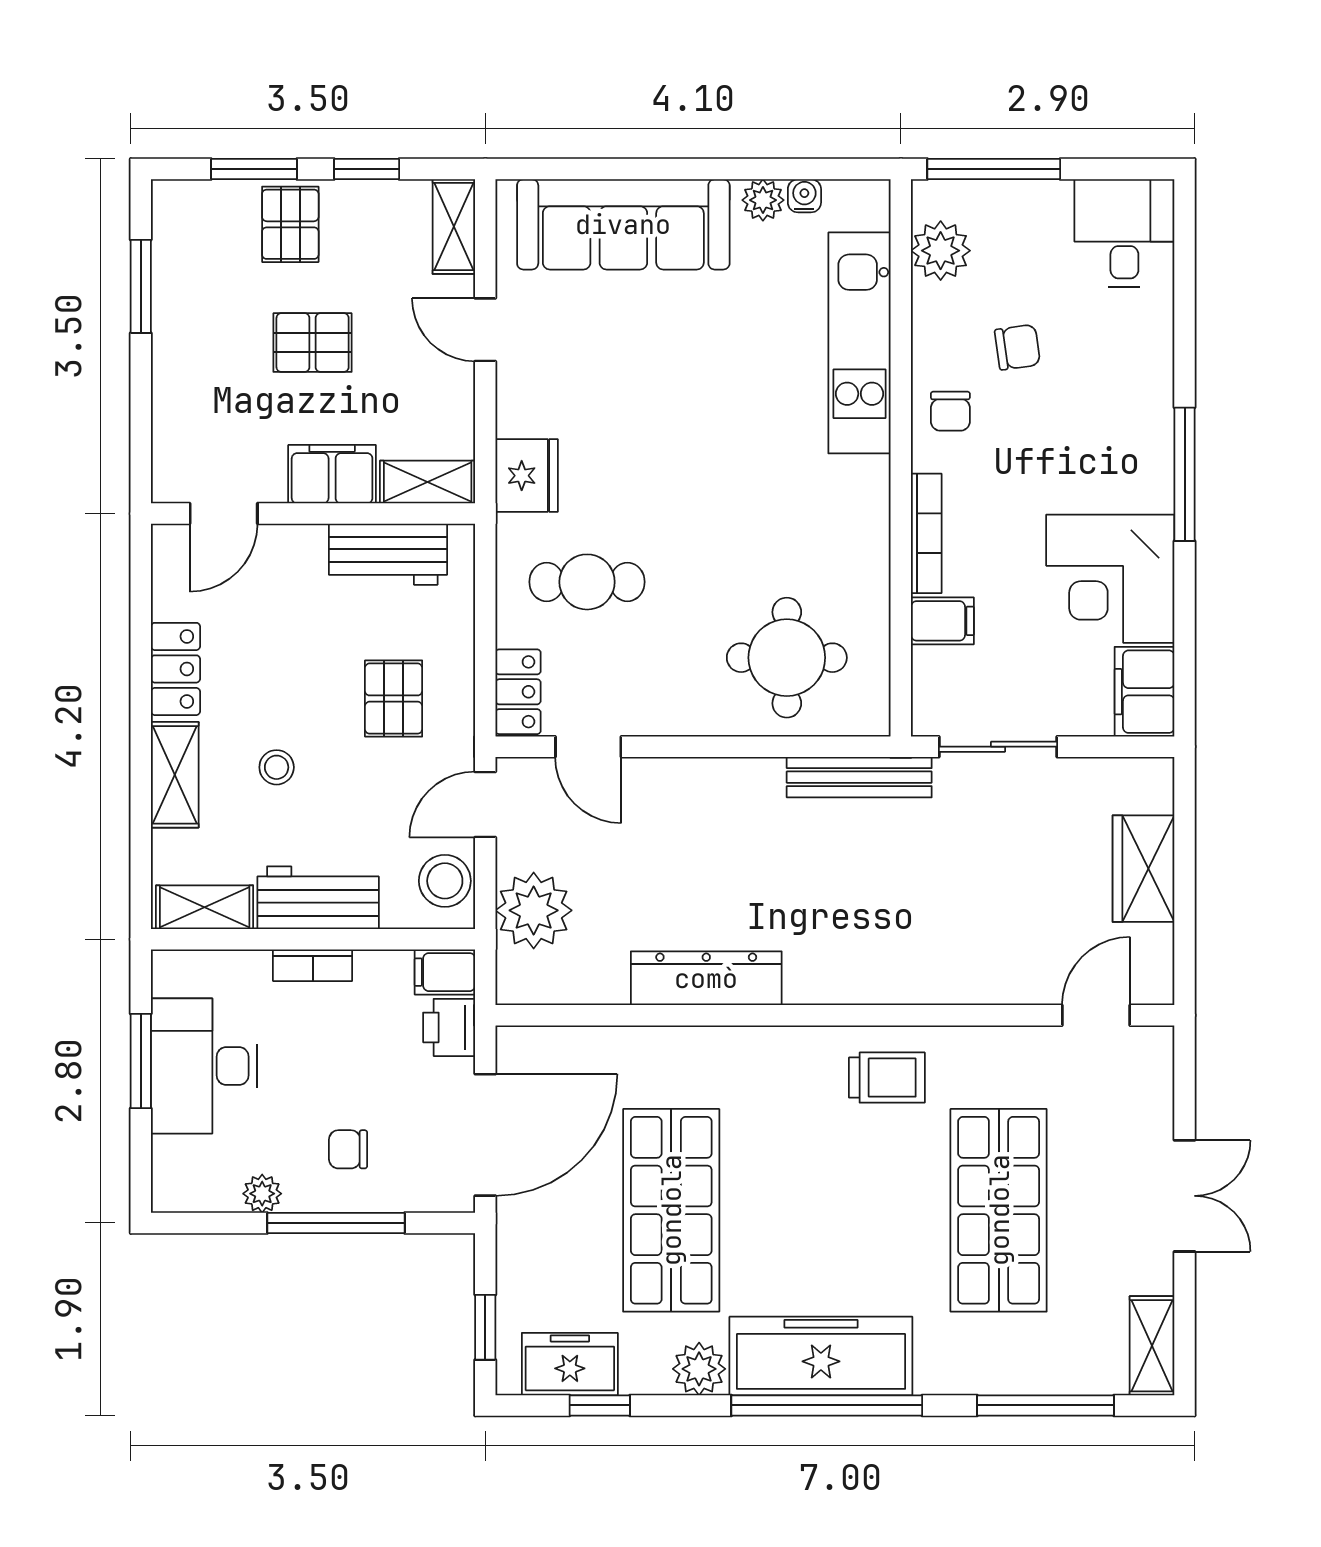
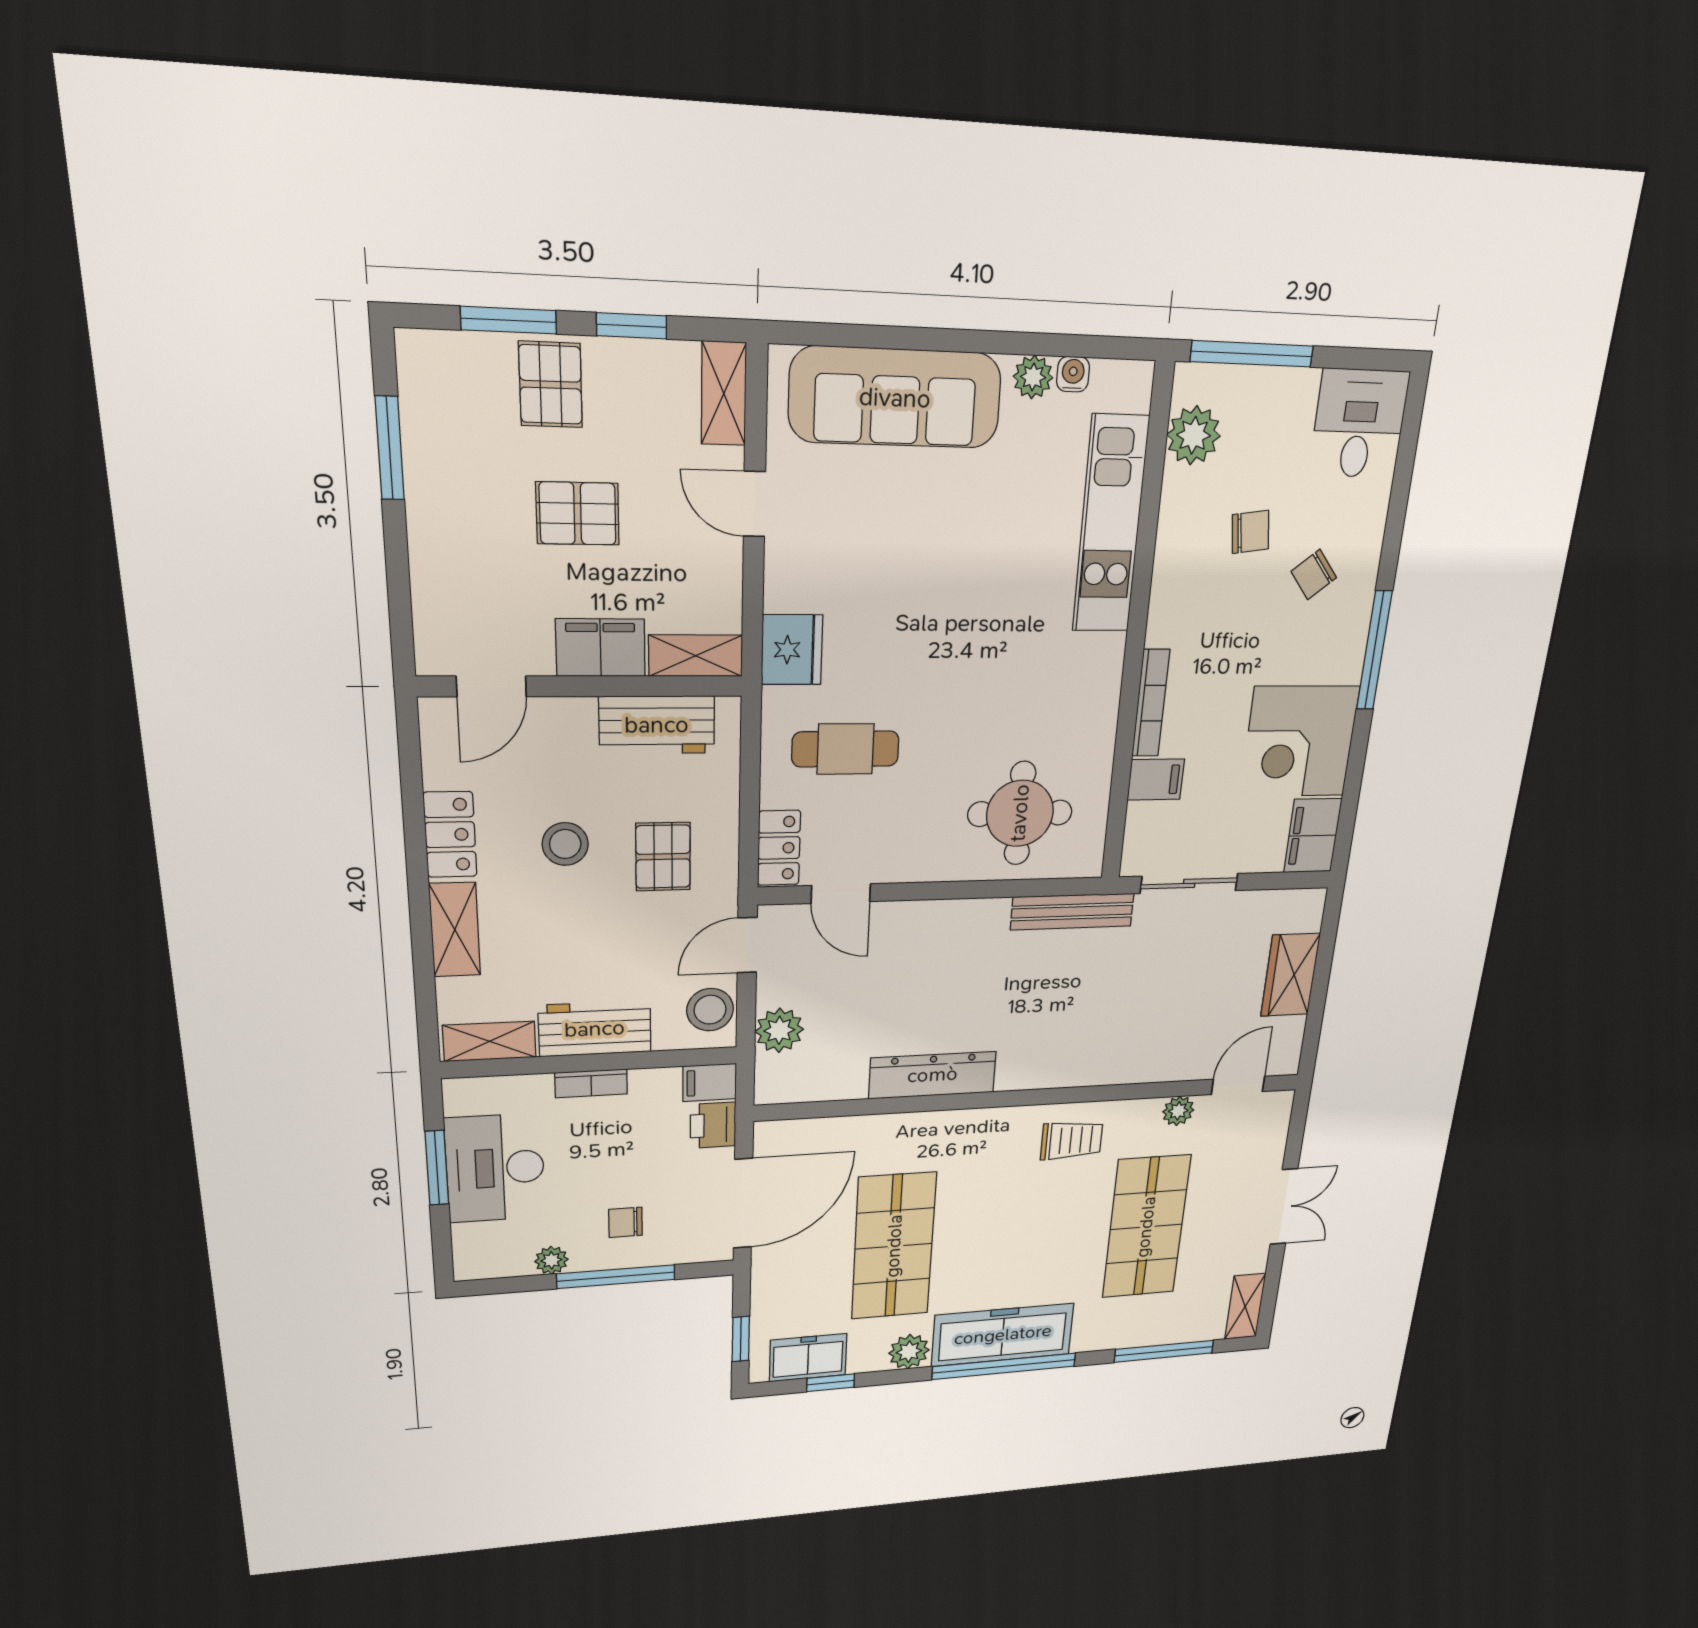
chair: (950, 411) -> (1314, 575), moved, turned 51
stool: (277, 767) -> (565, 844), moved, width x1.37, depth x1.37
plant: (534, 910) -> (779, 1030), width x0.73, depth x0.73
plant: (1021, 1046) -> (1178, 1111), added

